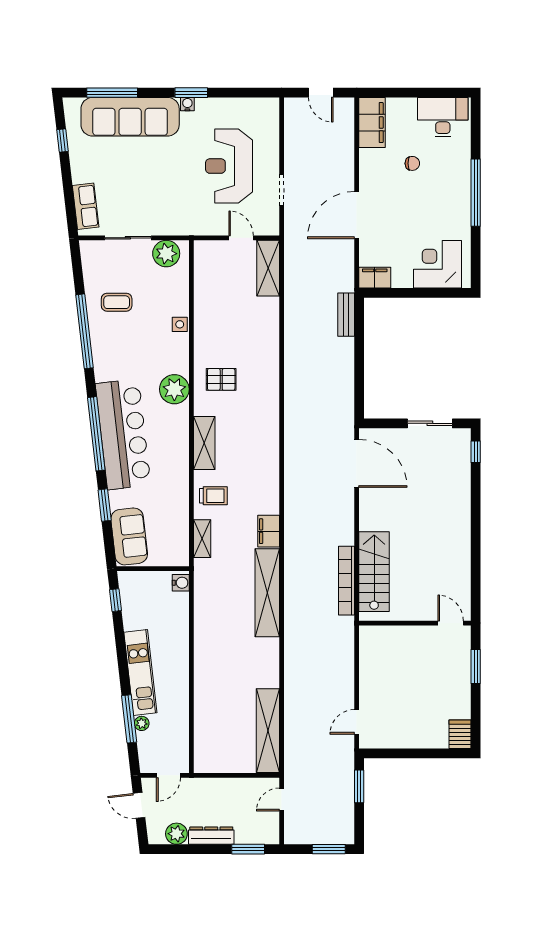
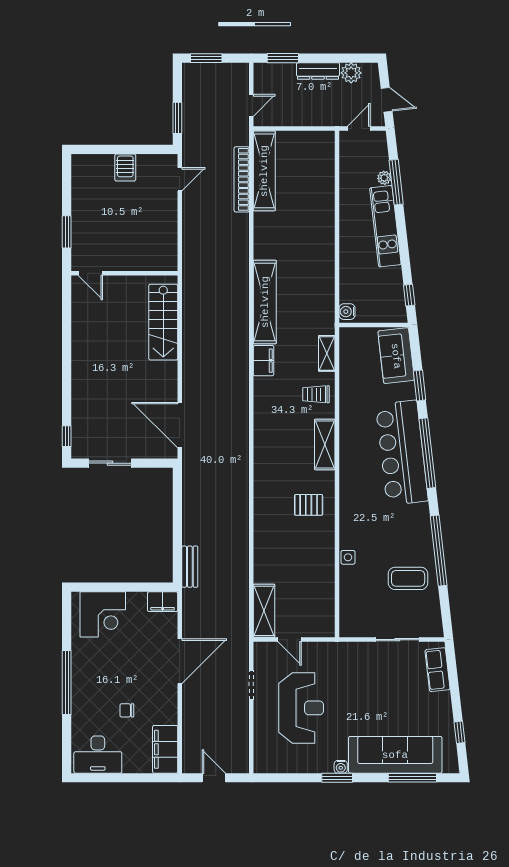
plant: (166, 254) -> (361, 625), removed
coffee table: (117, 302) -> (408, 578), width x1.36, depth x1.30
plant: (174, 389) -> (353, 496), removed
bookcase: (347, 581) -> (242, 179), moved, turned 180
server rack: (460, 734) -> (125, 168), moved

